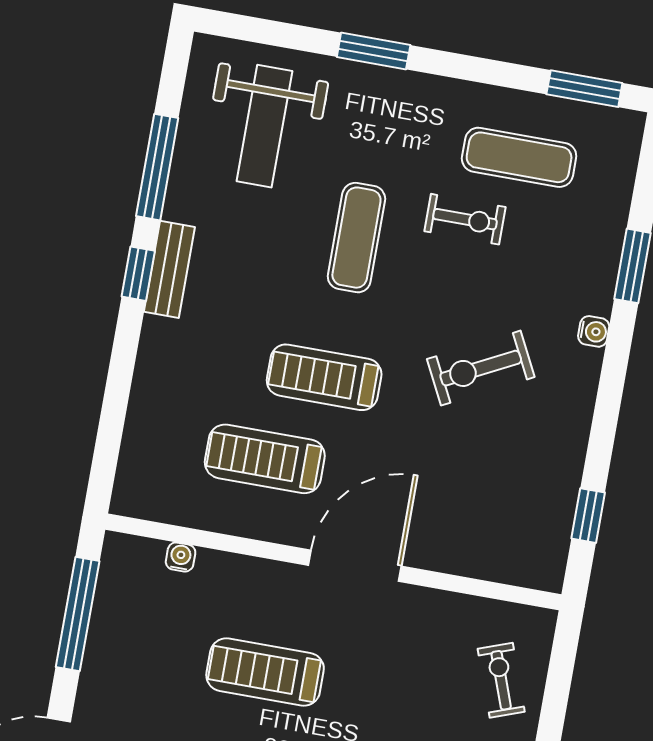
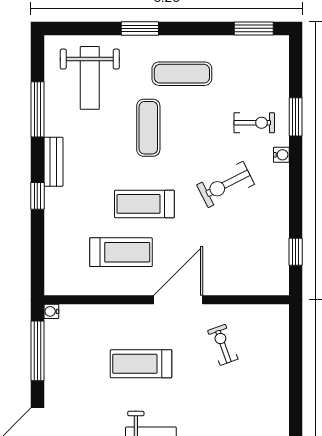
exercise mat: (519, 157) -> (182, 74), moved
exercise bike: (465, 219) -> (254, 123), moved
window: (138, 274) -> (37, 196), moved
treadmill: (265, 459) -> (121, 252), turned 180
water cooler: (181, 557) -> (51, 311), moved, turned -90
exercise bike: (501, 680) -> (223, 345), moved

